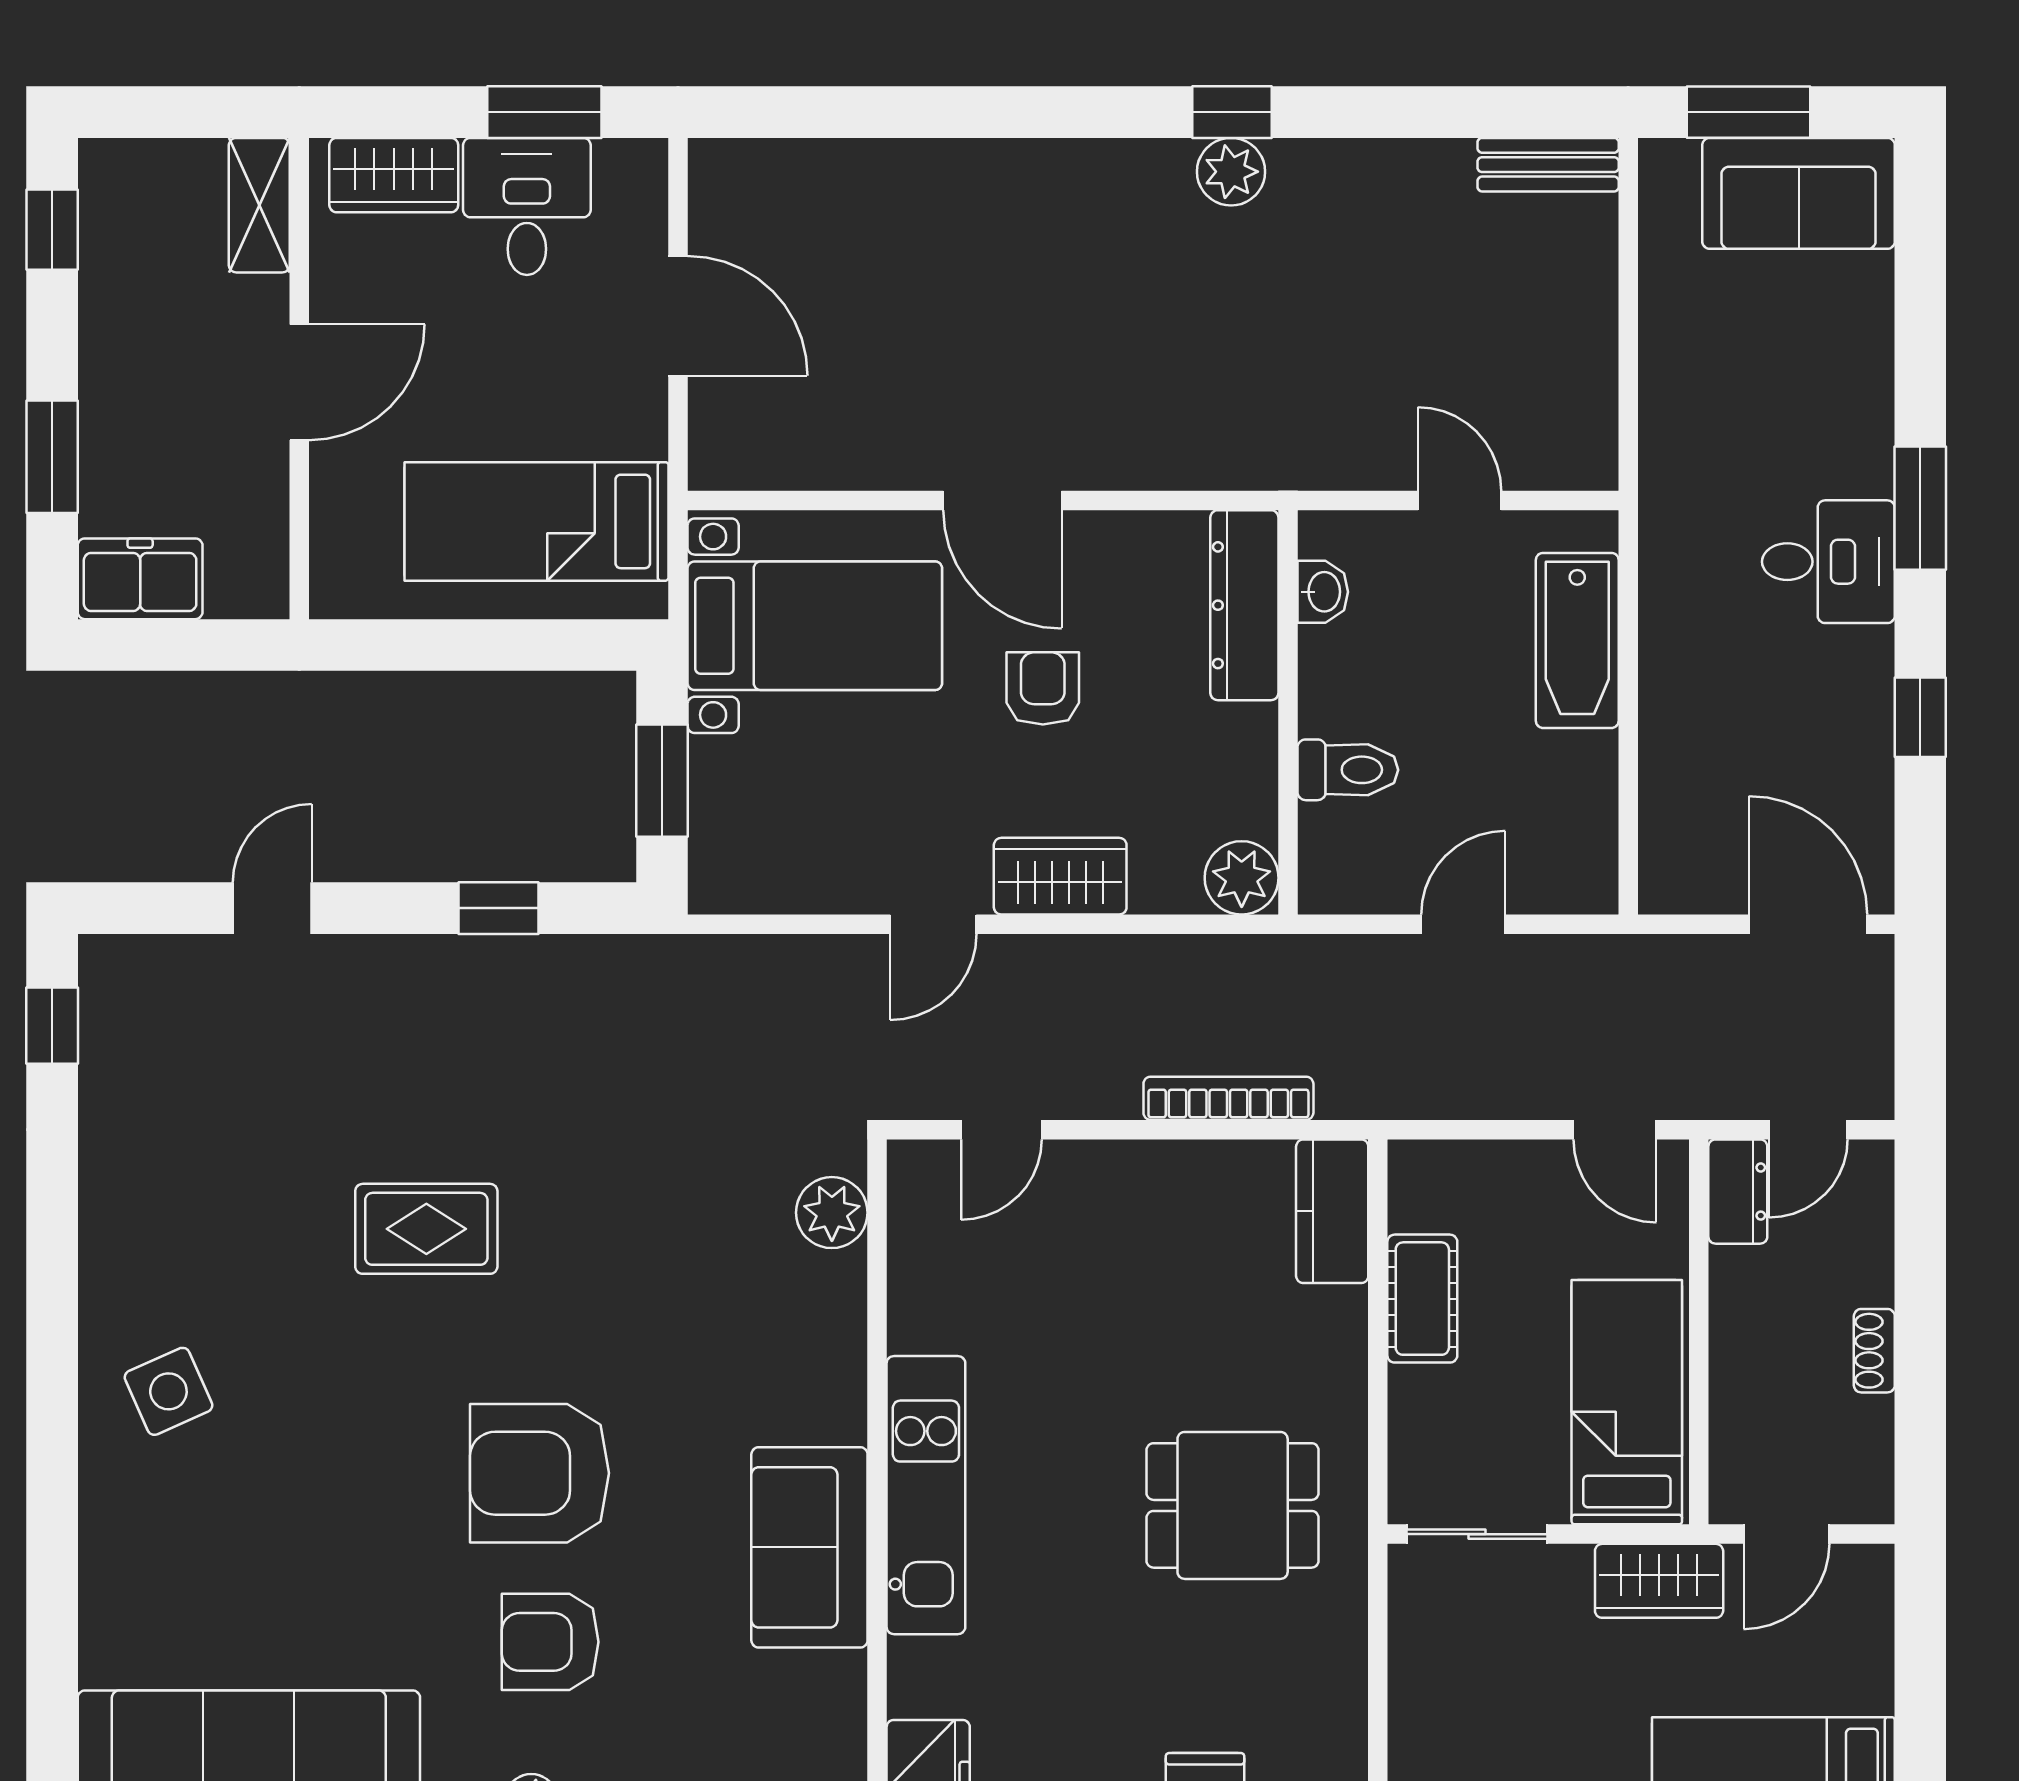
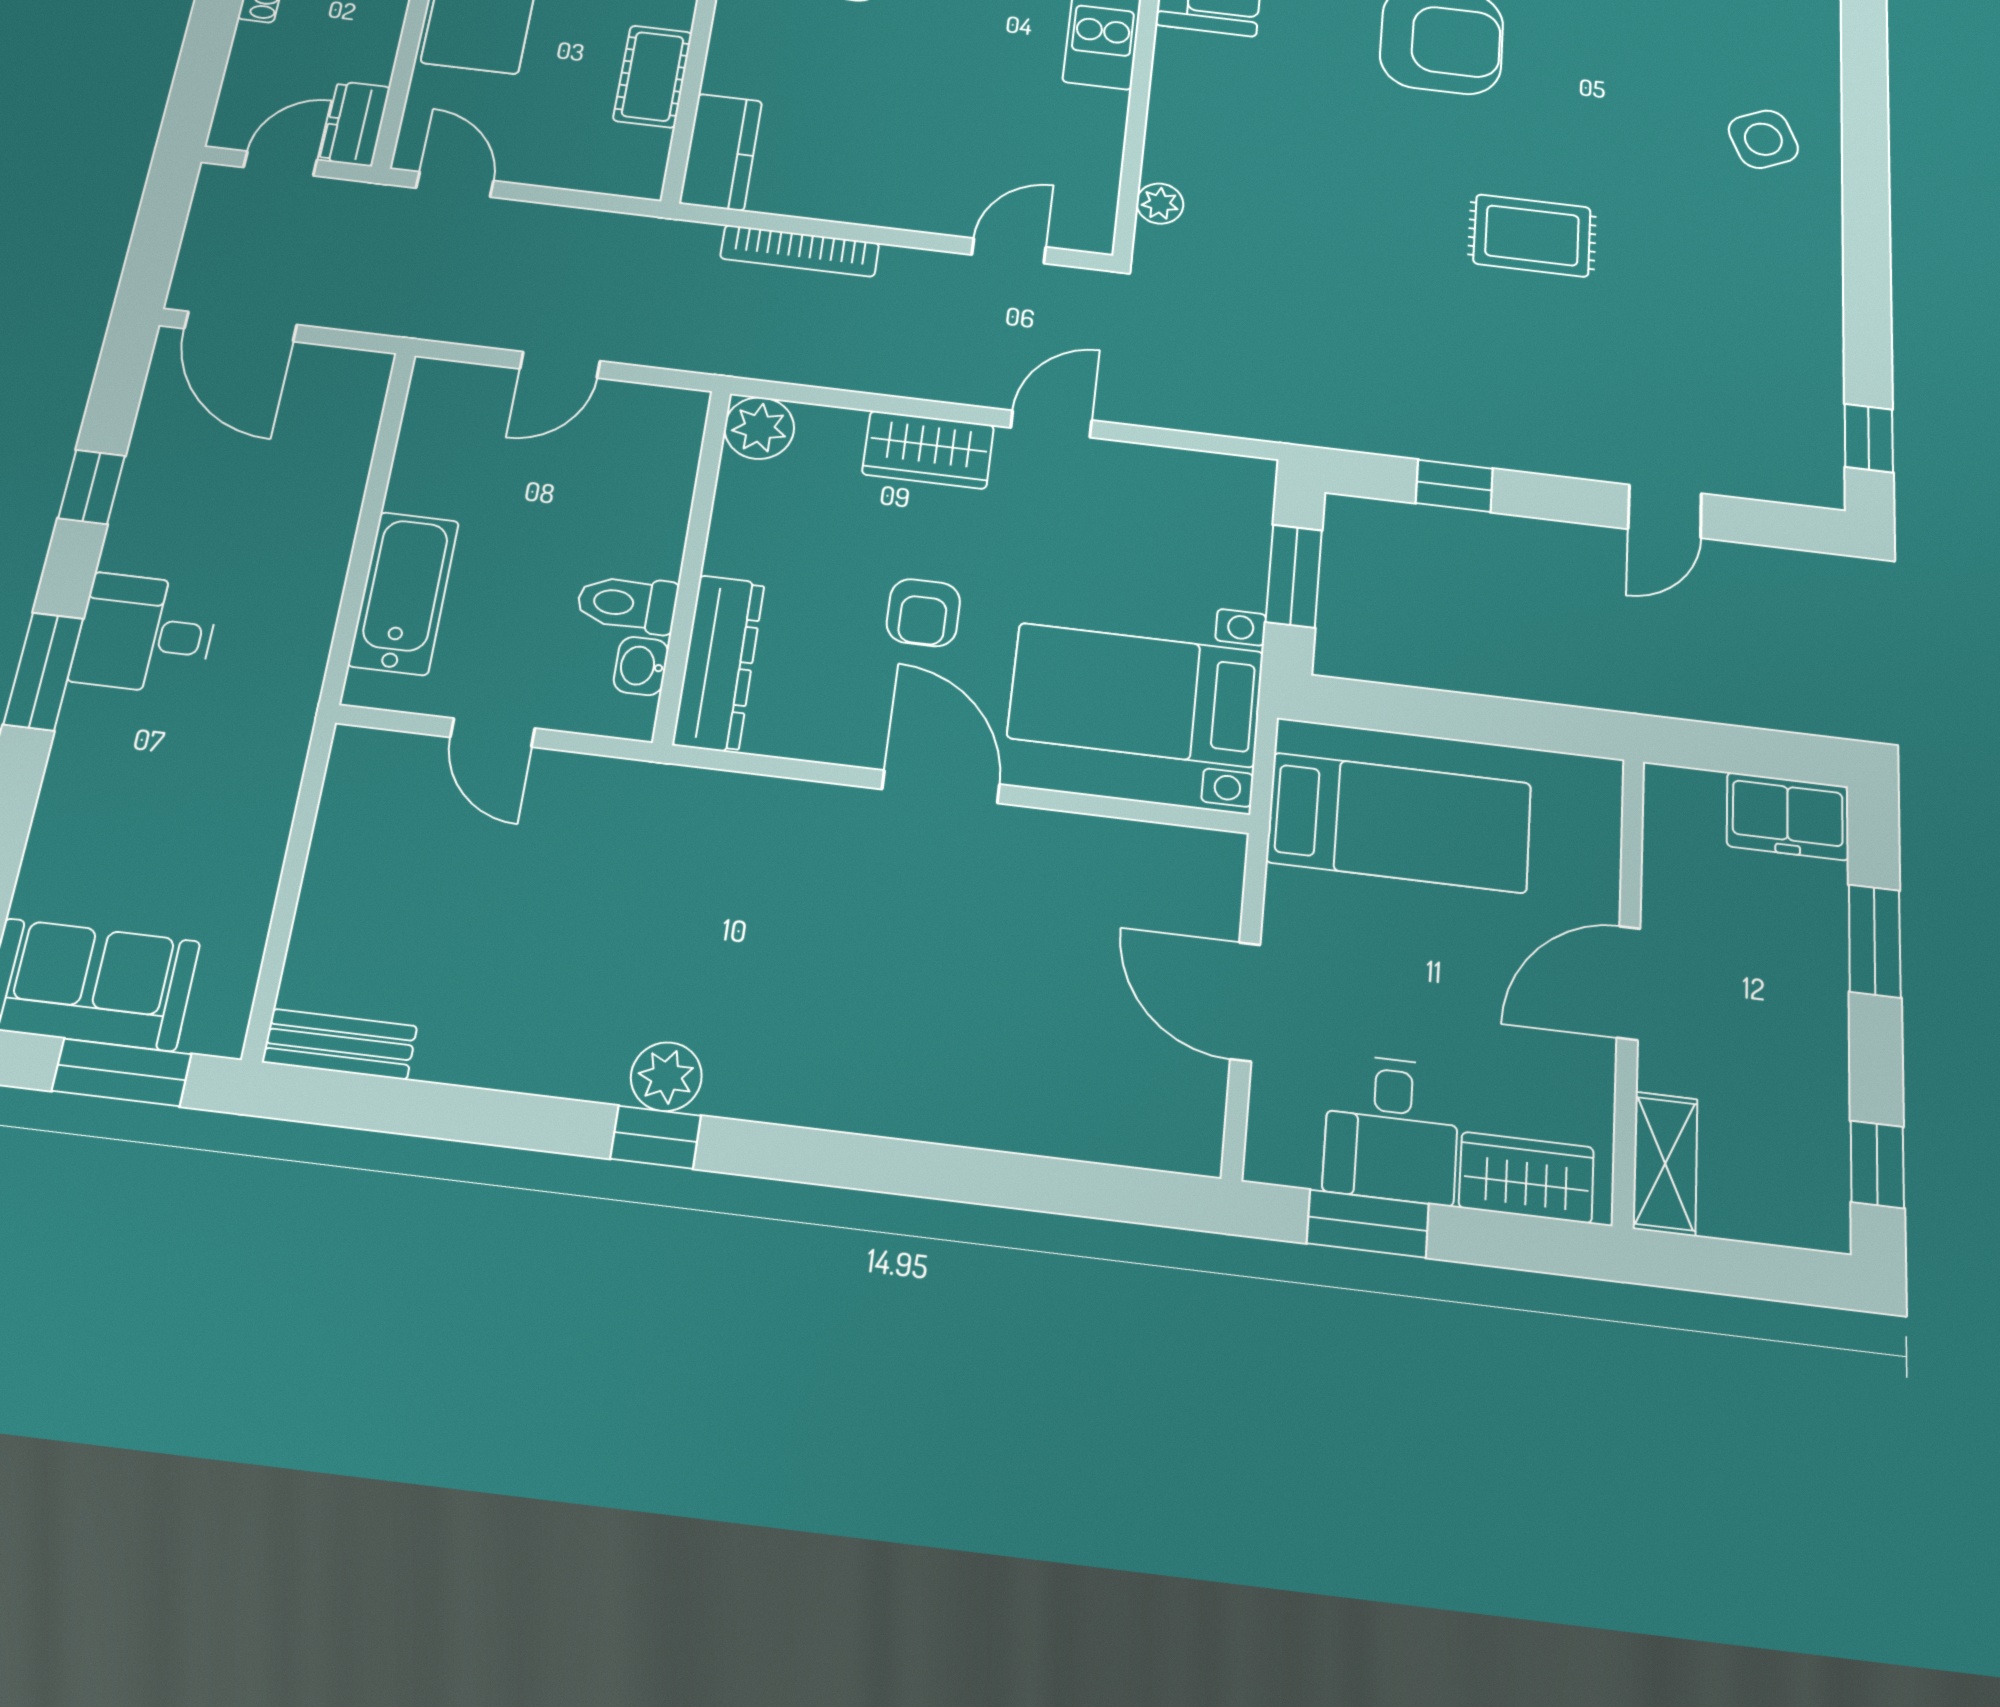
toilet: (1348, 770) -> (627, 604), moved
plant: (832, 1213) -> (1160, 204), width x0.73, depth x0.73

